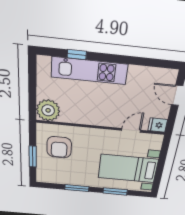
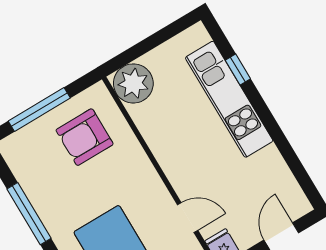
window: (33, 157) -> (39, 109), width x1.44
window: (77, 188) -> (29, 214), width x1.44

